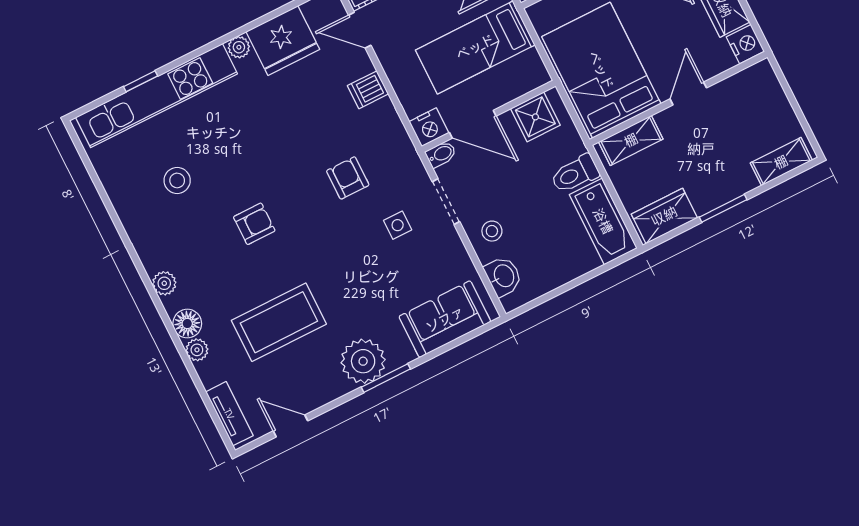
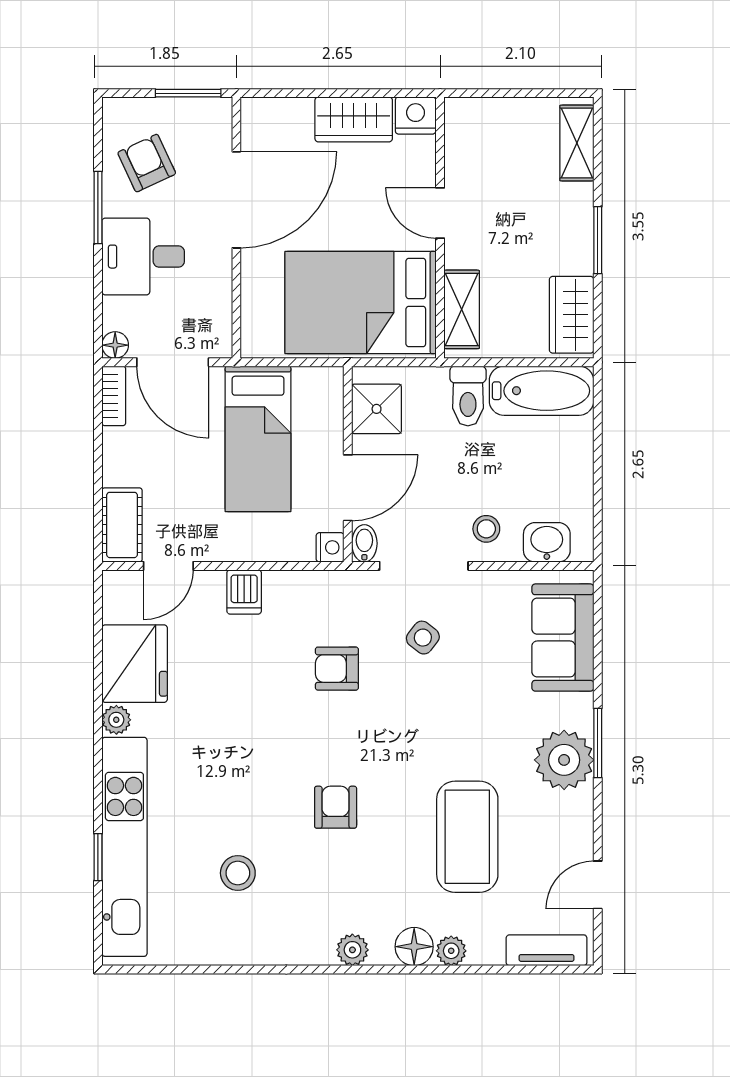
nightstand: (429, 127) -> (330, 547), width x0.72, depth x0.74
doorway: (446, 202) -> (424, 566), width x1.38
side table: (398, 225) -> (423, 638), turned 38

